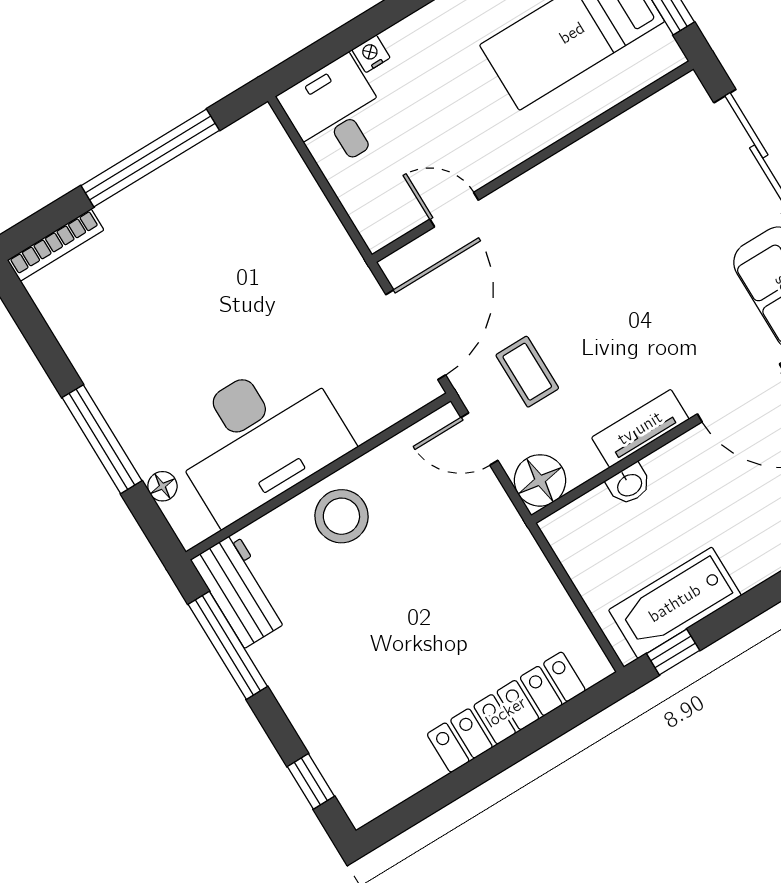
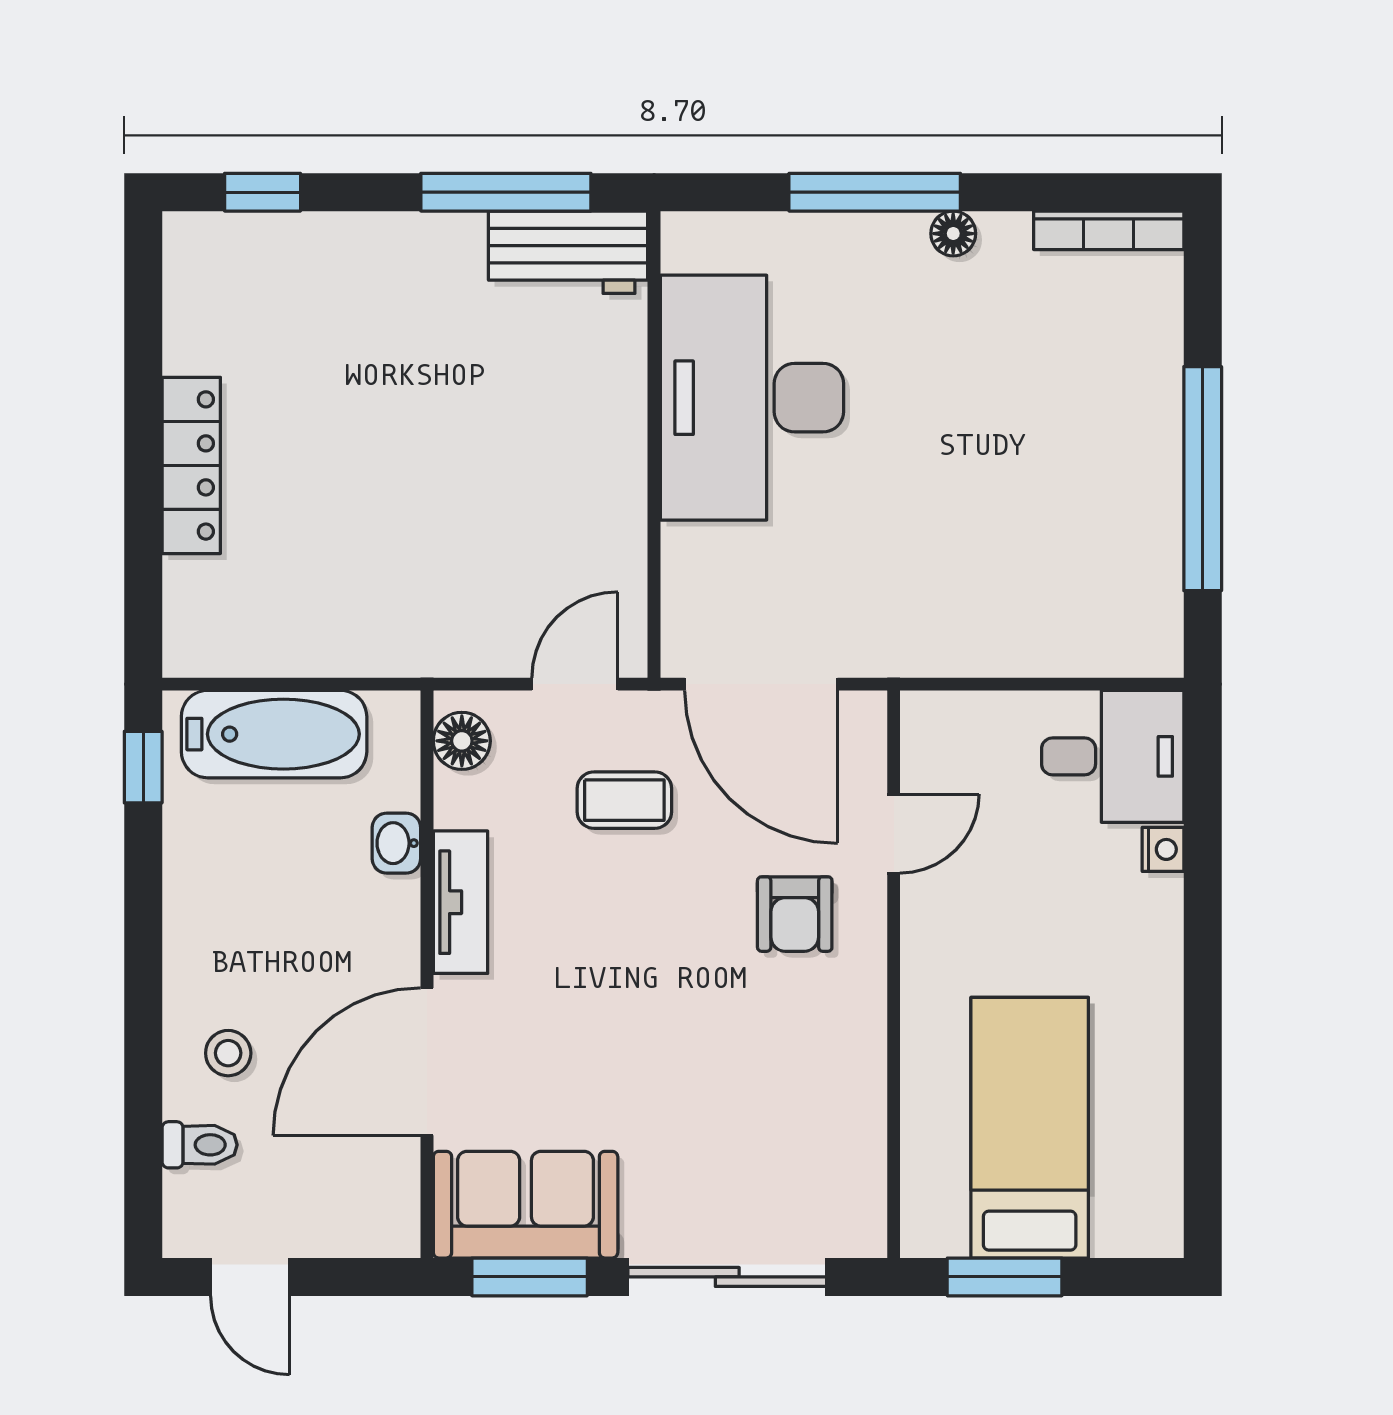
armchair: (533, 238) -> (795, 914), added
bookcase: (56, 245) -> (1109, 230), moved, turned -90
floor lamp: (540, 480) -> (462, 741), width x0.73, depth x0.73
floor lamp: (162, 486) -> (953, 234), moved
stool: (341, 516) -> (584, 443), removed
bathtub: (675, 603) -> (274, 734), moved, turned 90
locker: (506, 712) -> (191, 465), width x0.71, depth x0.83

